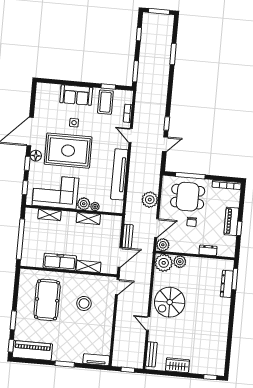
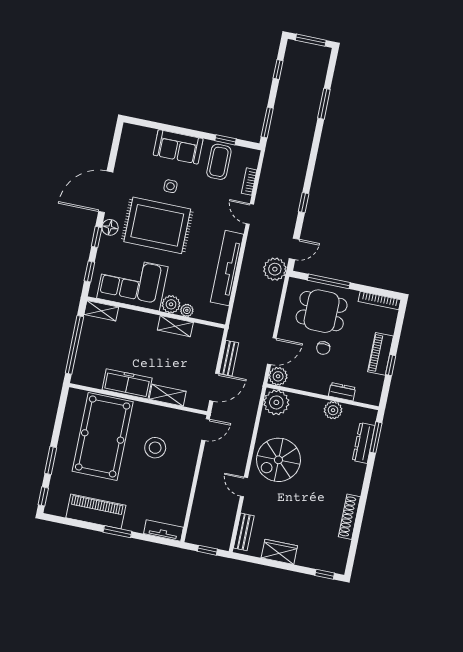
door: (165, 144) -> (294, 249), moved
plant: (150, 200) -> (275, 269), moved
shelving: (49, 215) -> (101, 311), moved
plant: (180, 262) -> (333, 410), moved
pool table: (47, 300) -> (103, 436), width x1.36, depth x1.32
shoe rack: (223, 336) -> (349, 517), added
piano: (32, 350) -> (96, 511), moved

